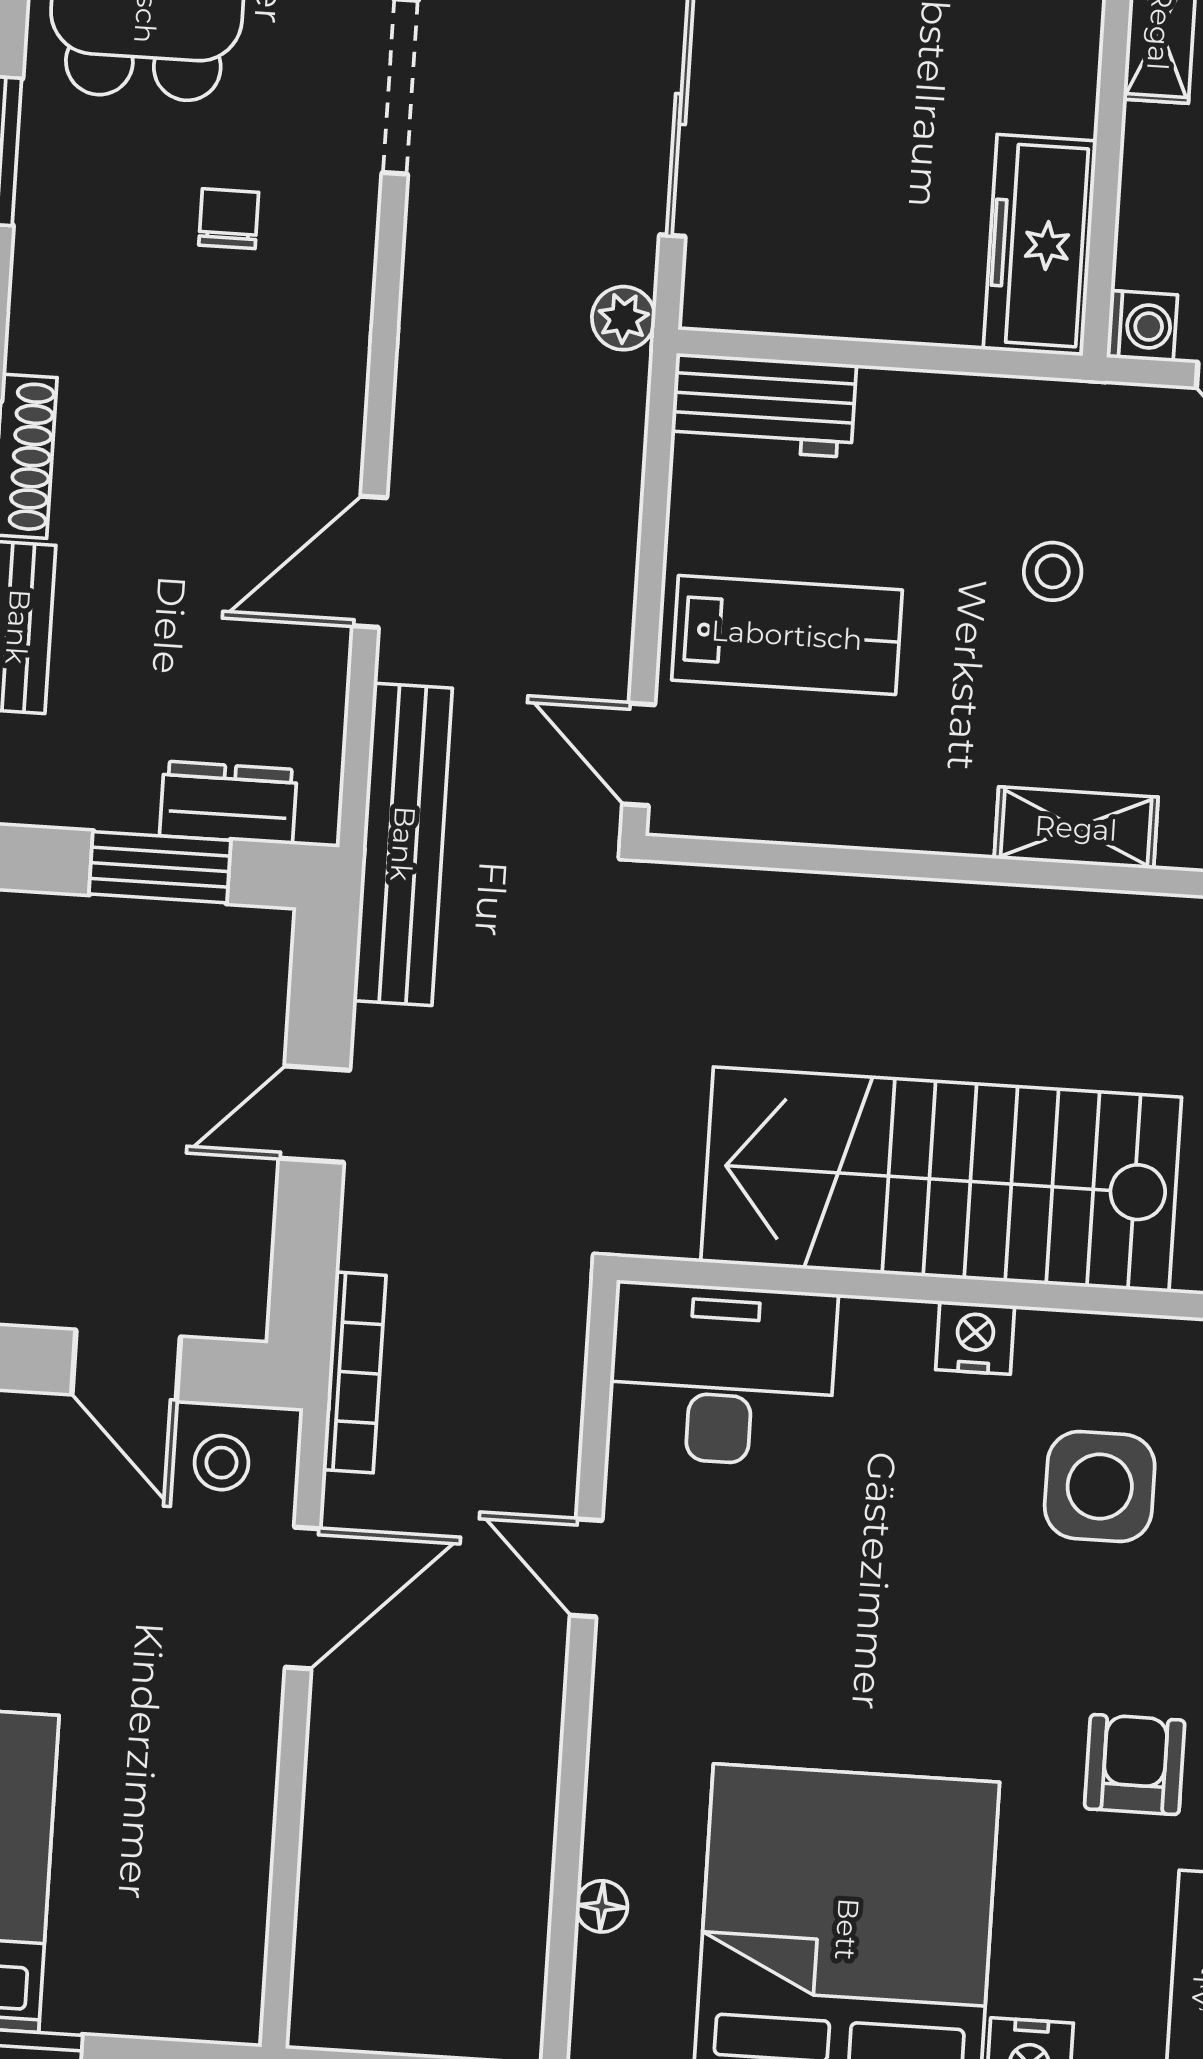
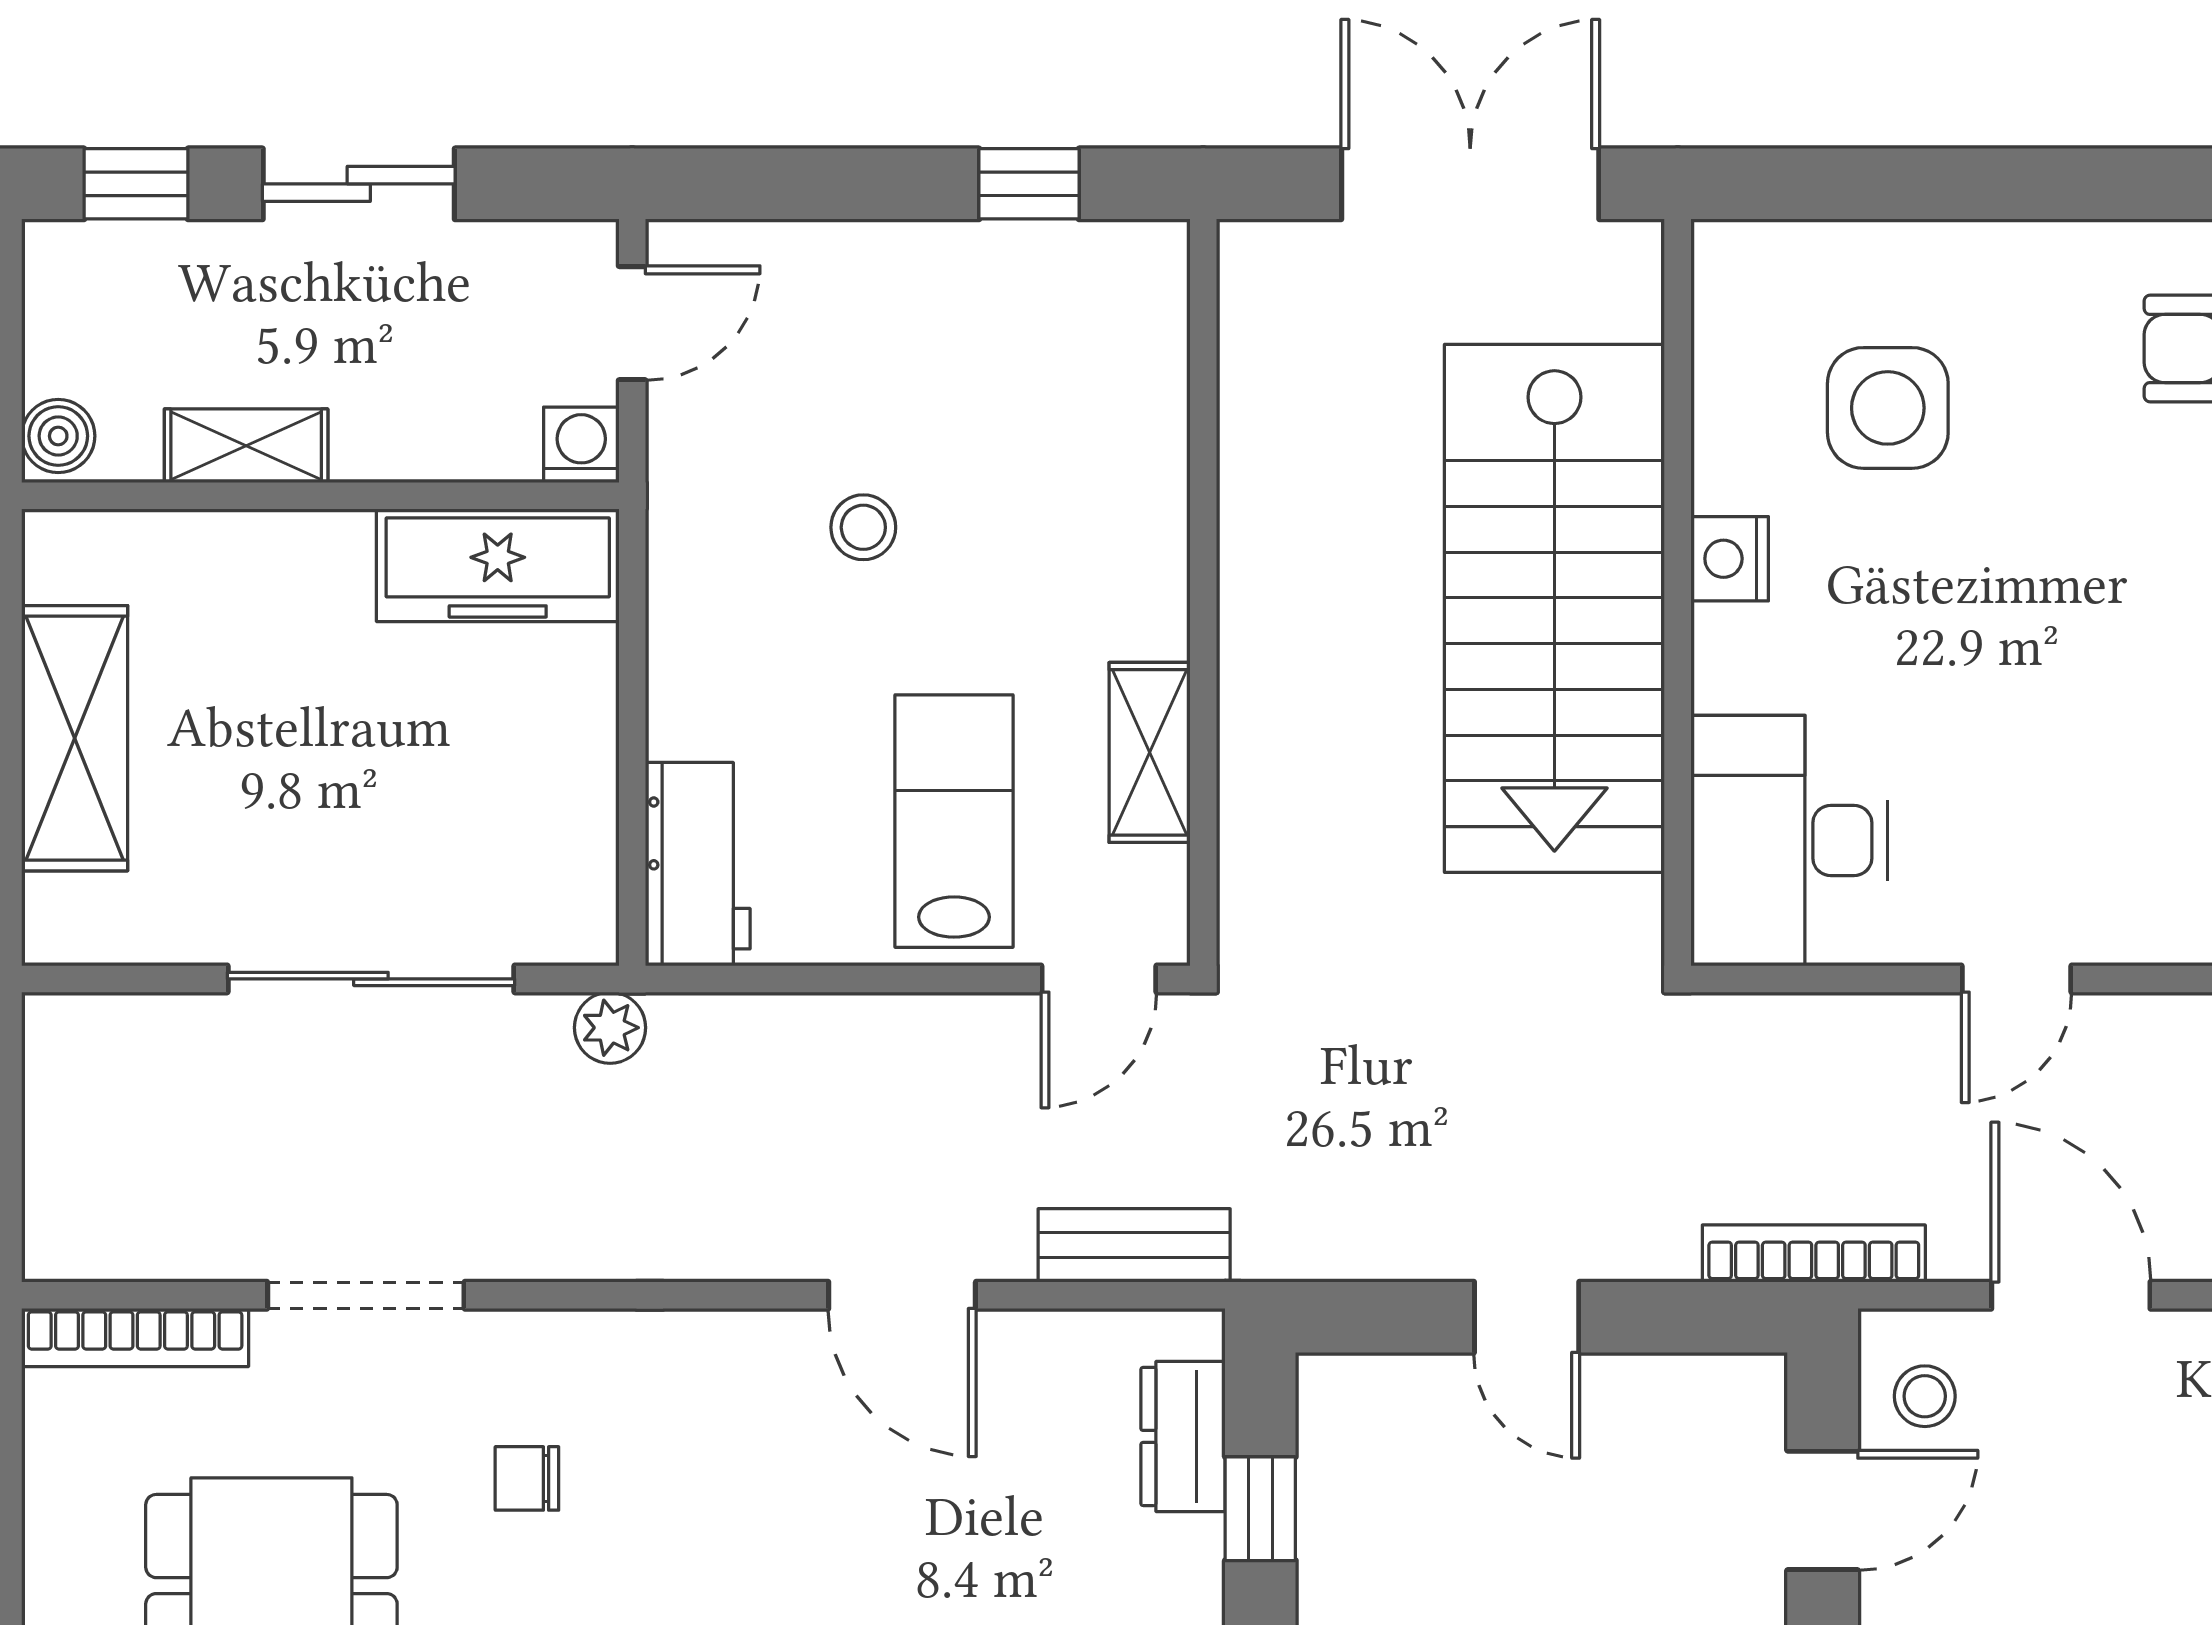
shelving: (1076, 828) -> (1150, 752), moved
bench: (403, 844) -> (1134, 1245), width x0.54, depth x0.82
window: (160, 867) -> (1260, 1509), width x0.67

